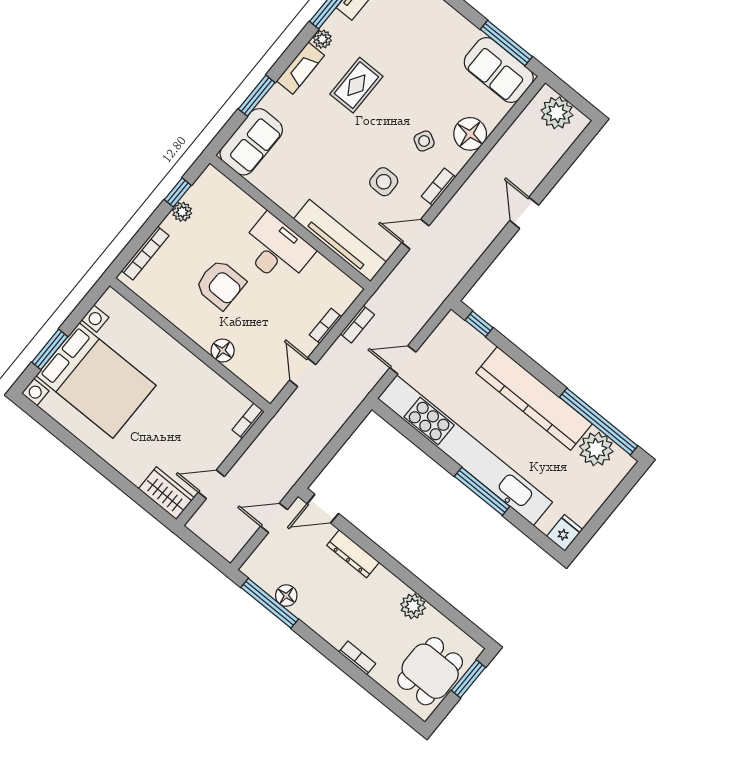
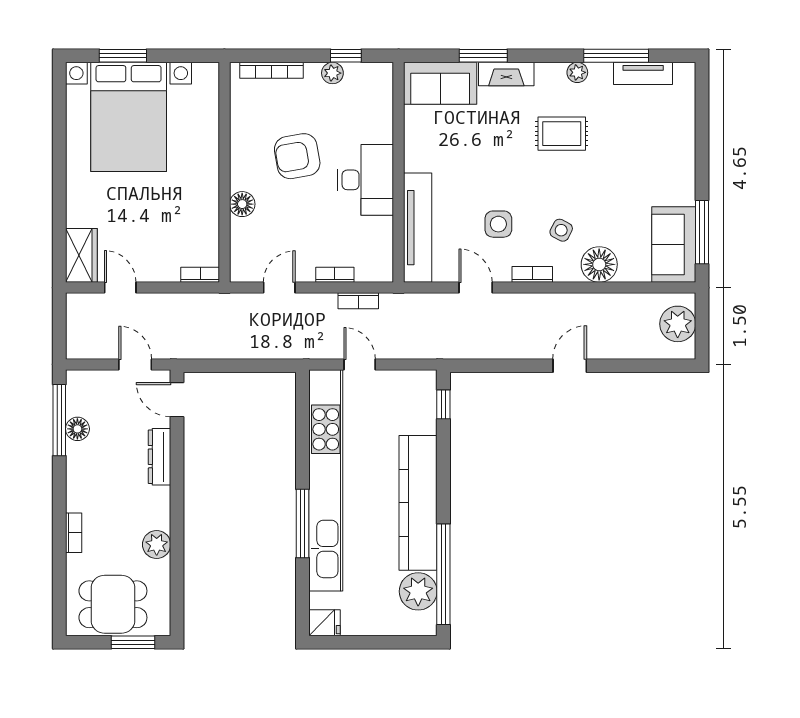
fireplace: (301, 68) -> (506, 74), moved
armchair: (220, 284) -> (297, 156), turned 80

